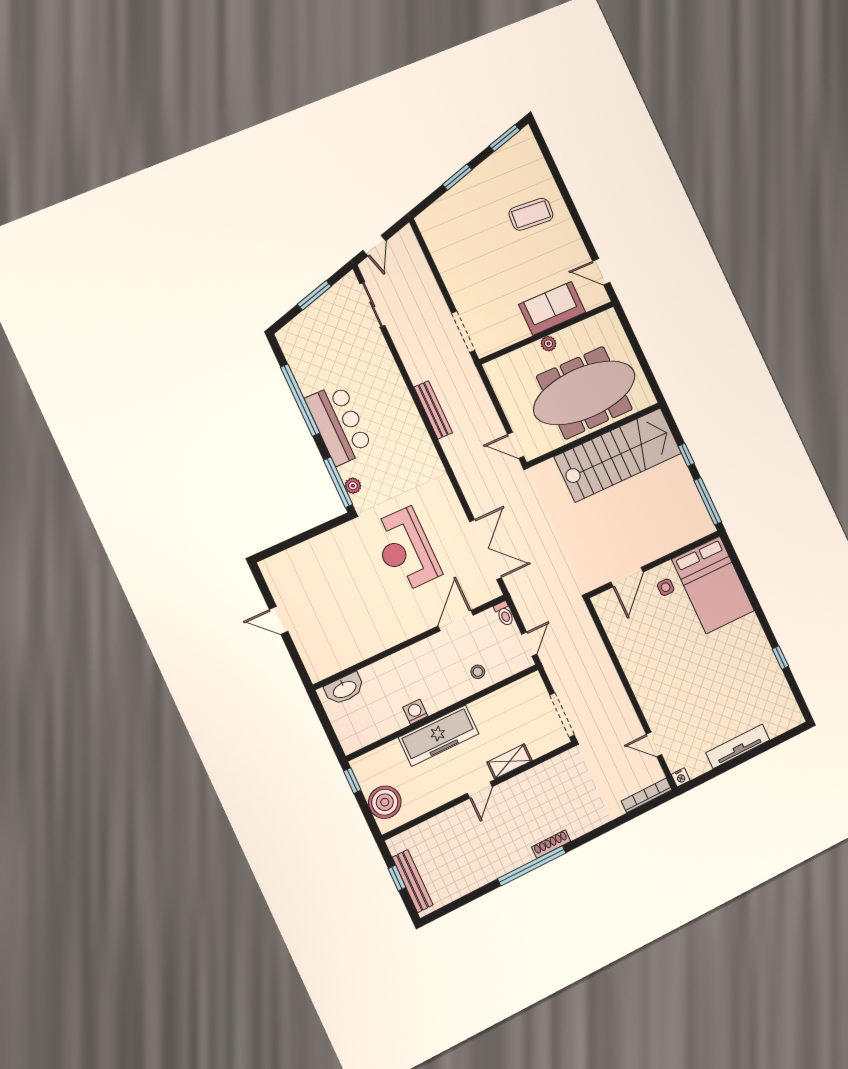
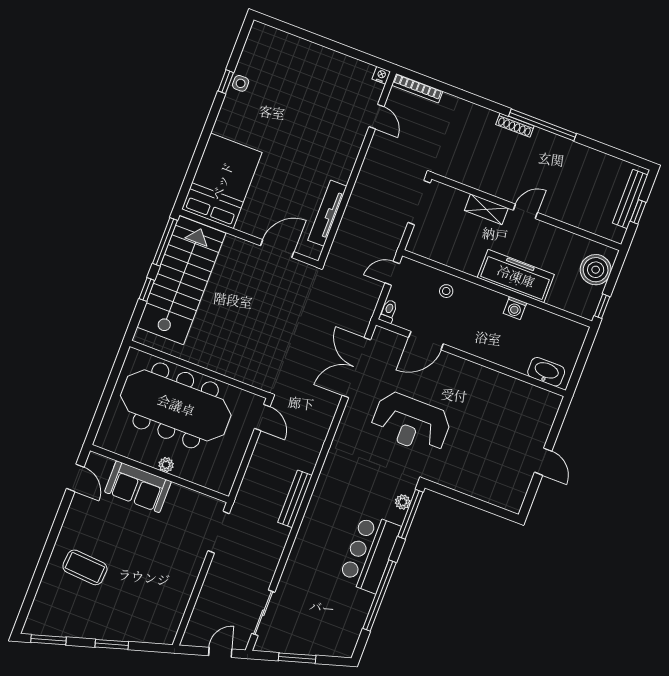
stairs: (618, 455) -> (181, 280), moved, turned 90
reception desk: (406, 550) -> (411, 423), turned 90
side table: (666, 587) -> (241, 83), moved
tv unit: (738, 746) -> (327, 213), moved, turned 90

